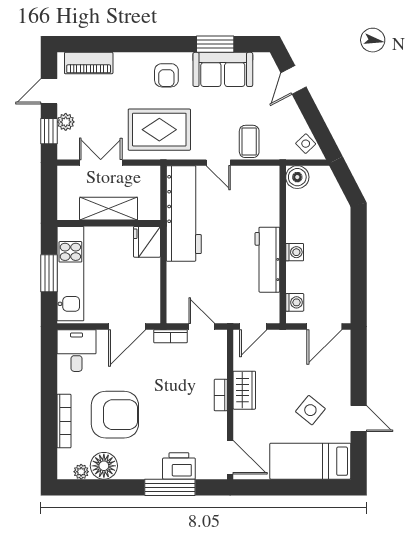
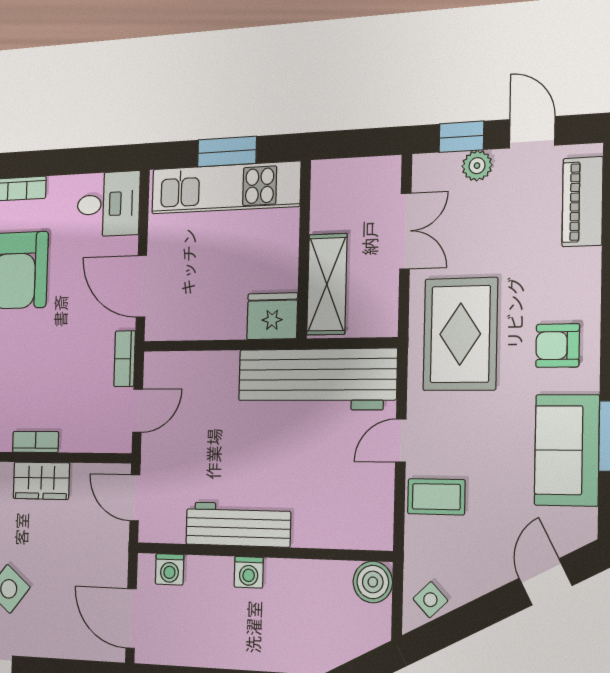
door: (294, 80) -> (545, 582), hinge flipped
shelving: (109, 209) -> (327, 284), moved

